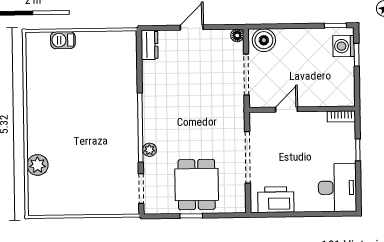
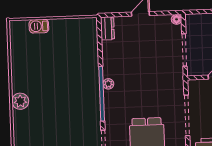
boiler: (264, 40) -> (198, 23), removed
plant: (150, 150) -> (108, 84), moved
plant: (38, 165) -> (20, 101), moved

